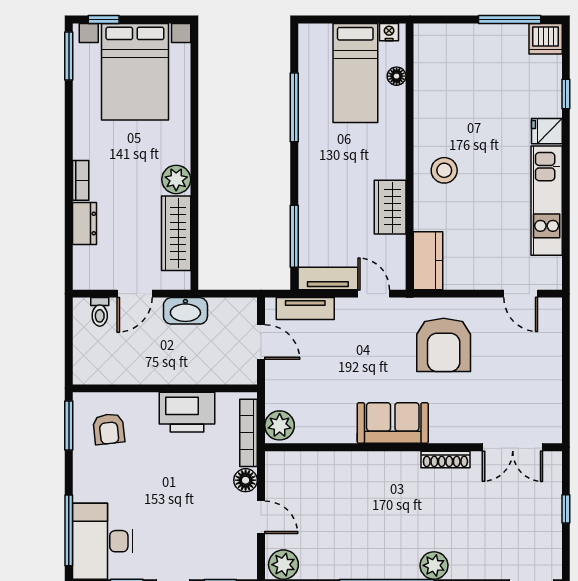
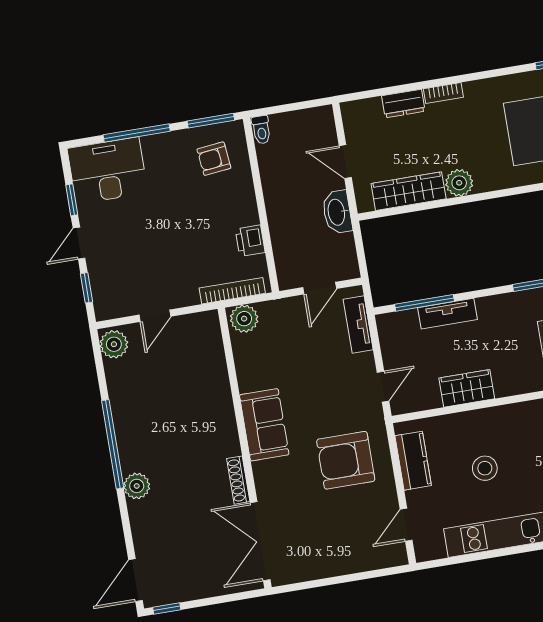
stool: (444, 170) -> (485, 468), moved
kitchen counter: (428, 261) -> (413, 461), moved, turned -90
tv unit: (328, 278) -> (448, 314), moved, turned 90
toilet: (100, 312) -> (261, 130), moved, turned -90
printer: (187, 412) -> (250, 241), width x0.53, depth x0.68
double door: (513, 447) -> (260, 541), width x1.37
floor lamp: (246, 480) -> (187, 295), removed
window: (566, 509) -> (167, 608), moved
window: (69, 530) -> (137, 133), moved

